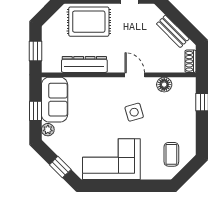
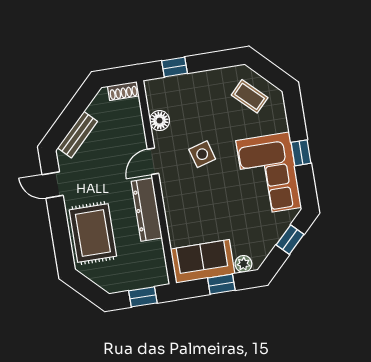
bench: (173, 31) -> (78, 135), moved
dresser: (84, 64) -> (147, 210), moved
coffee table: (171, 154) -> (250, 96), turned 44
window: (123, 186) -> (301, 153), added

